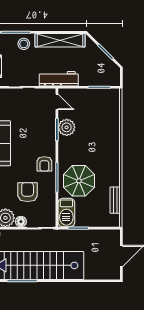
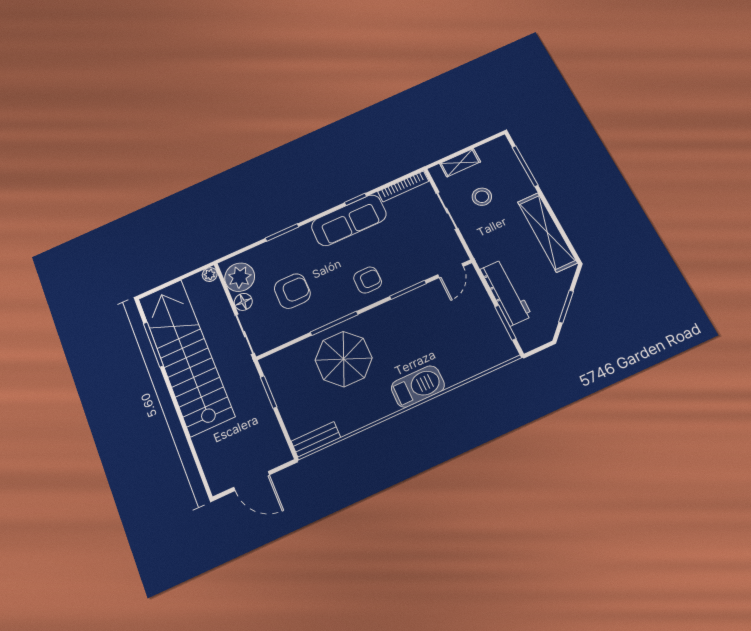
stool: (24, 44) -> (482, 197), moved
workbench: (59, 79) -> (506, 293), moved
plant: (67, 127) -> (418, 303), removed
armchair: (44, 164) -> (368, 280), moved, turned 180
bench: (115, 200) -> (316, 439), moved
barbecue: (66, 213) -> (418, 387), moved, turned 180

